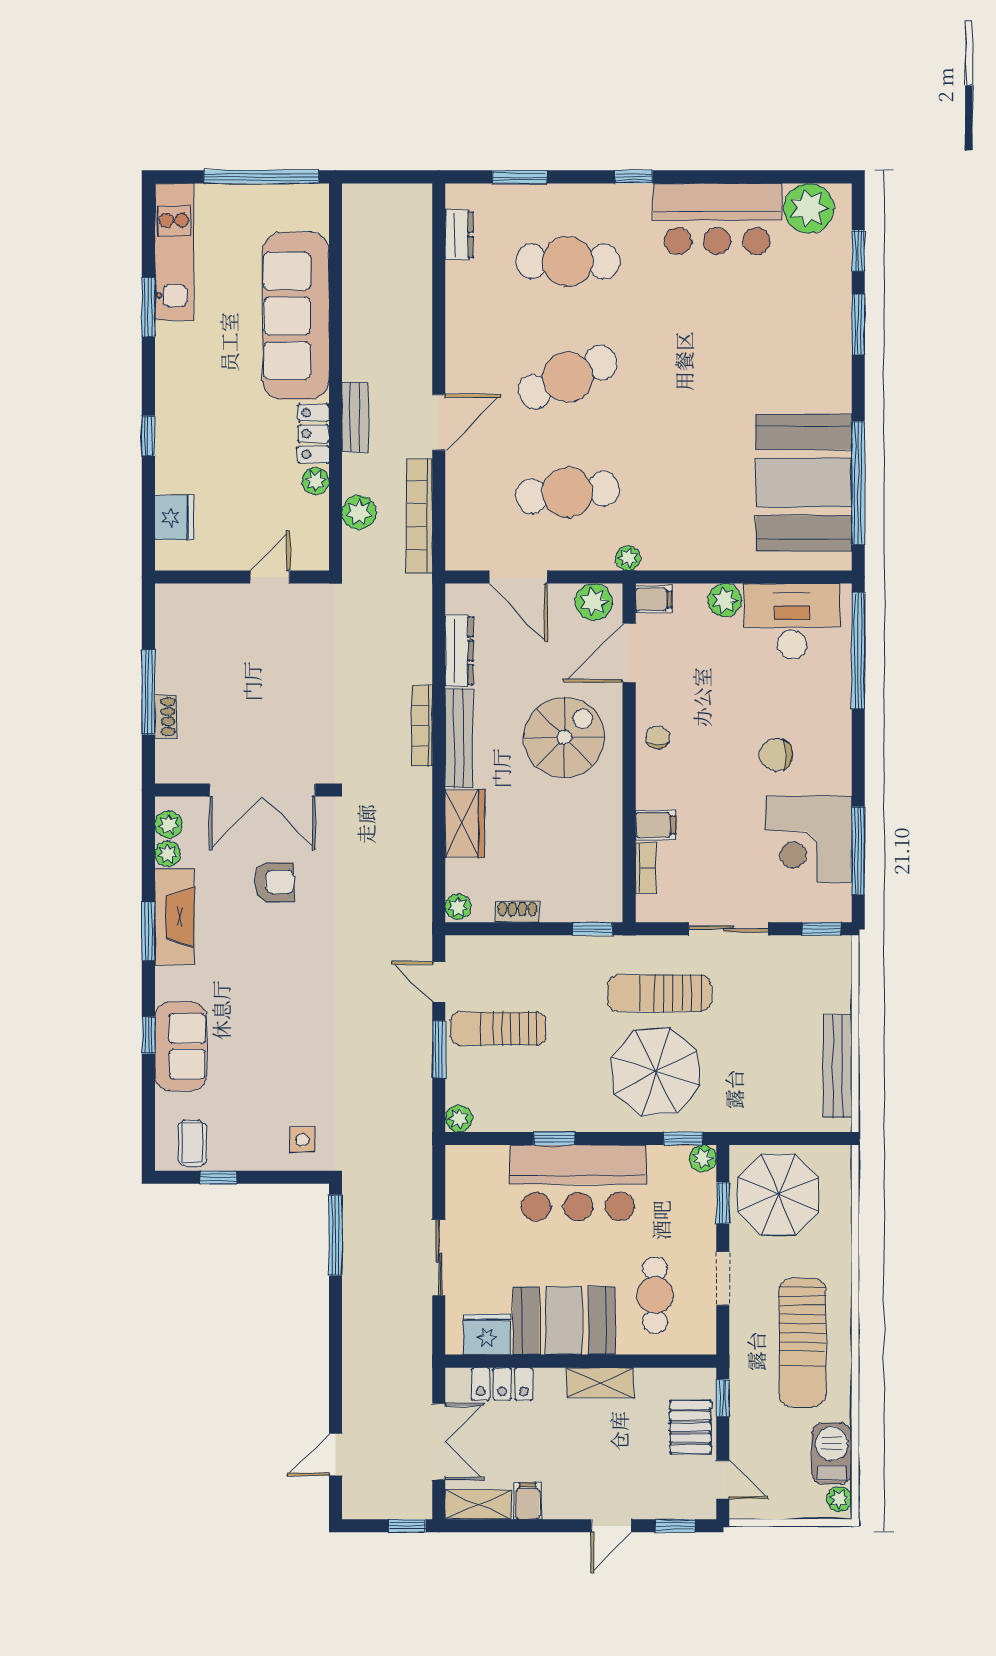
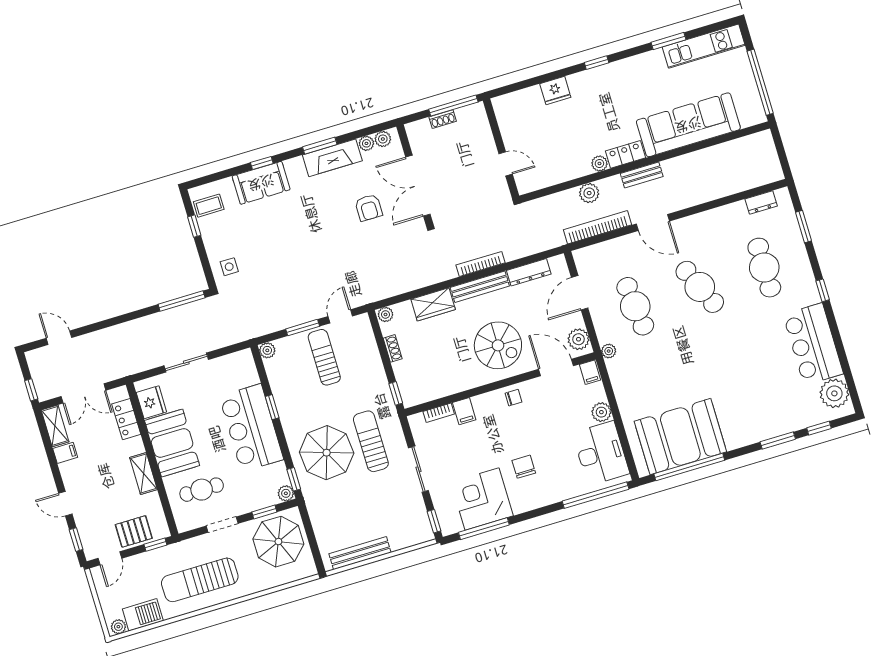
wall: (242, 577) -> (501, 148), moved
door: (270, 577) -> (506, 164), moved

